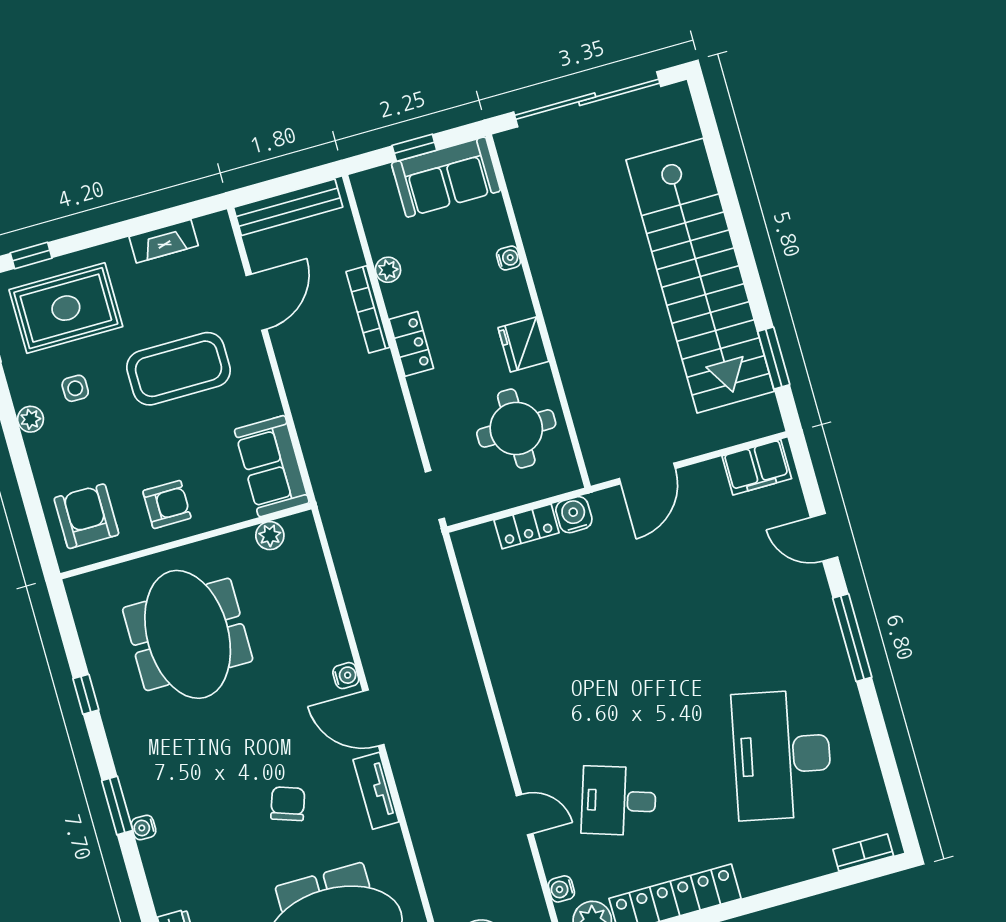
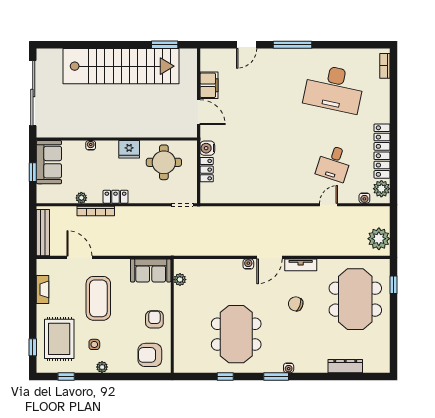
filing cabinet: (757, 467) -> (209, 85), moved
meeting table: (188, 634) -> (236, 334), moved, turned 90

